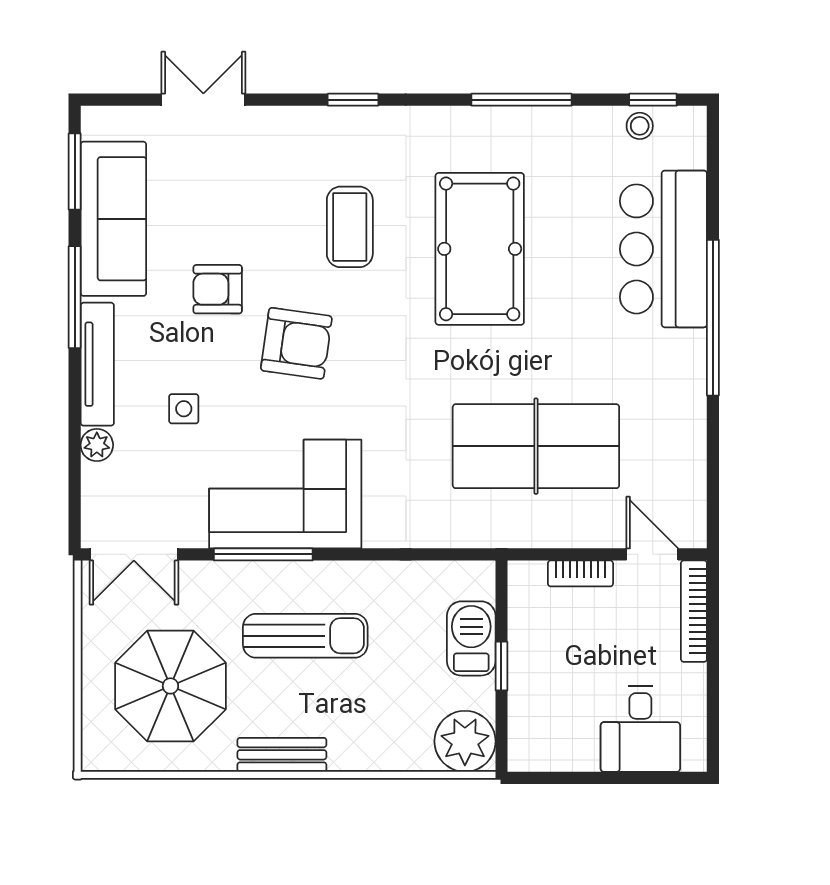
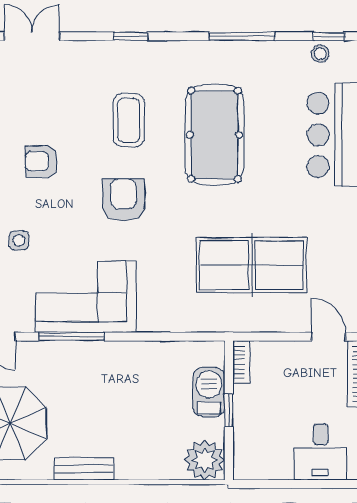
armchair: (296, 343) -> (123, 200), moved, turned -98
bookcase: (580, 573) -> (241, 362), moved, turned -90
sun lounger: (305, 636) -> (99, 390), removed

